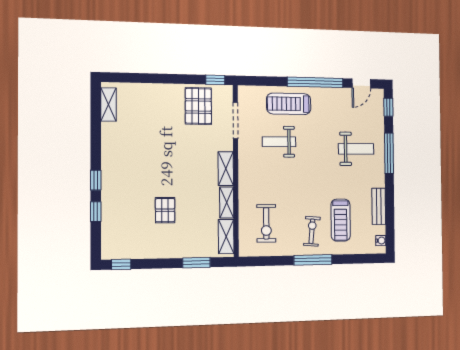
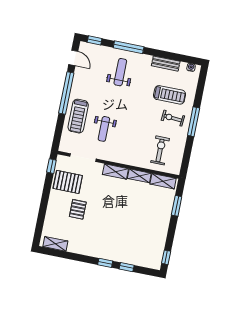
pallet: (165, 210) -> (78, 209), moved, turned 90
exercise bike: (266, 223) -> (160, 150), turned -90

